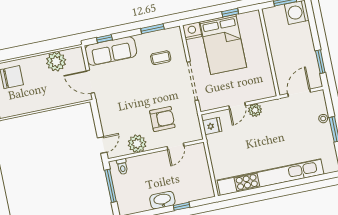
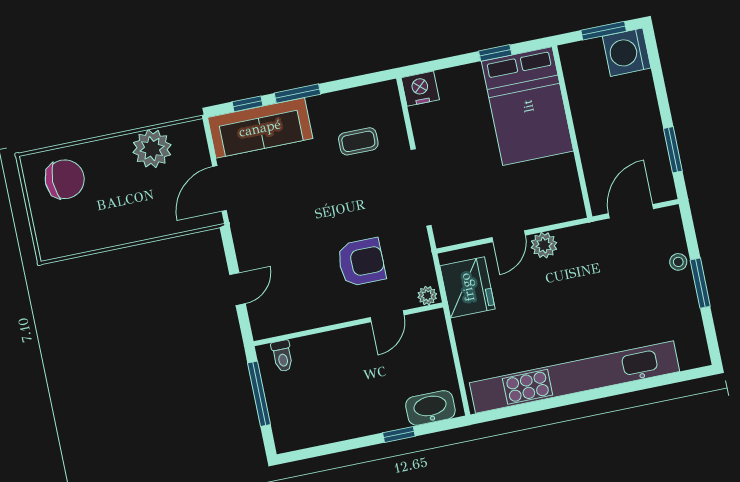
window: (152, 29) -> (297, 94), moved
bed: (223, 44) -> (528, 106), moved
door: (90, 82) -> (219, 188), hinge flipped
fridge: (212, 126) -> (467, 287), width x1.88, depth x1.34
plant: (137, 144) -> (427, 296), moved, width x0.53, depth x0.53
door: (102, 145) -> (238, 289), moved
washbasin: (162, 200) -> (430, 408), moved

